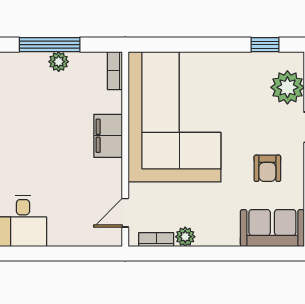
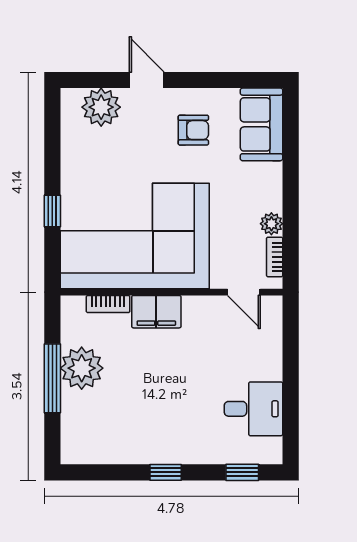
window: (265, 45) -> (52, 211), moved
plant: (59, 62) -> (82, 368), width x1.88, depth x1.88
bookcase: (115, 71) -> (108, 304), moved

